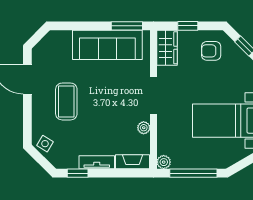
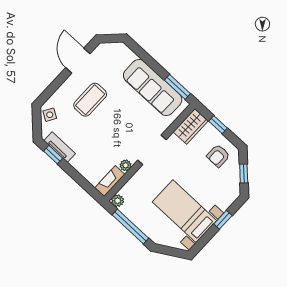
armchair: (211, 51) -> (218, 156), turned -90
tv unit: (97, 162) -> (60, 147), moved
fireplace: (133, 162) -> (110, 181), moved, turned -90

